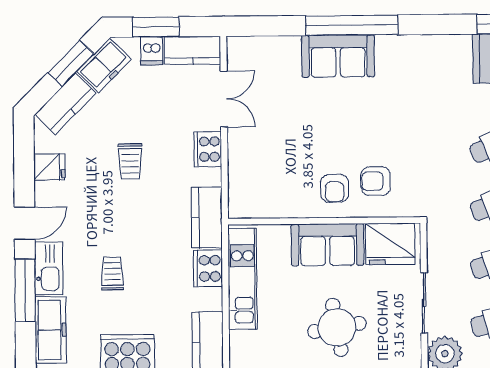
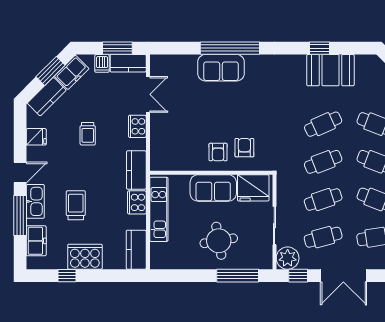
window: (156, 27) -> (117, 48), moved
armchair: (376, 181) -> (244, 148), turned 90
trolley: (112, 274) -> (76, 205), width x1.36, depth x1.39
freezer: (51, 330) -> (36, 241), width x0.71

